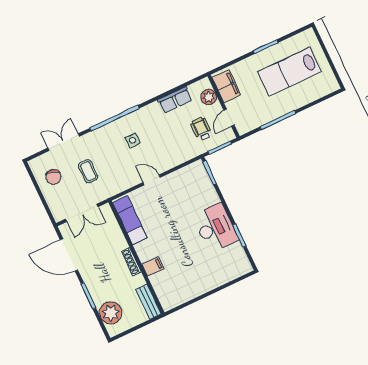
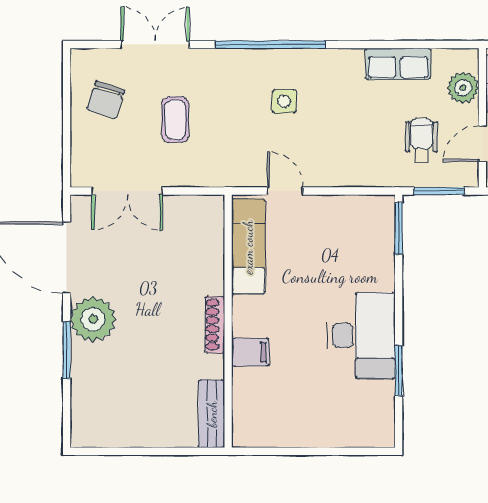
exam couch: (130, 220) -> (248, 247), moved
wall: (136, 257) -> (228, 321), moved
shoe rack: (131, 262) -> (215, 325), moved
filing cabinet: (153, 266) -> (250, 352), moved
bench: (149, 302) -> (212, 414), moved
plant: (111, 313) -> (93, 319), moved

